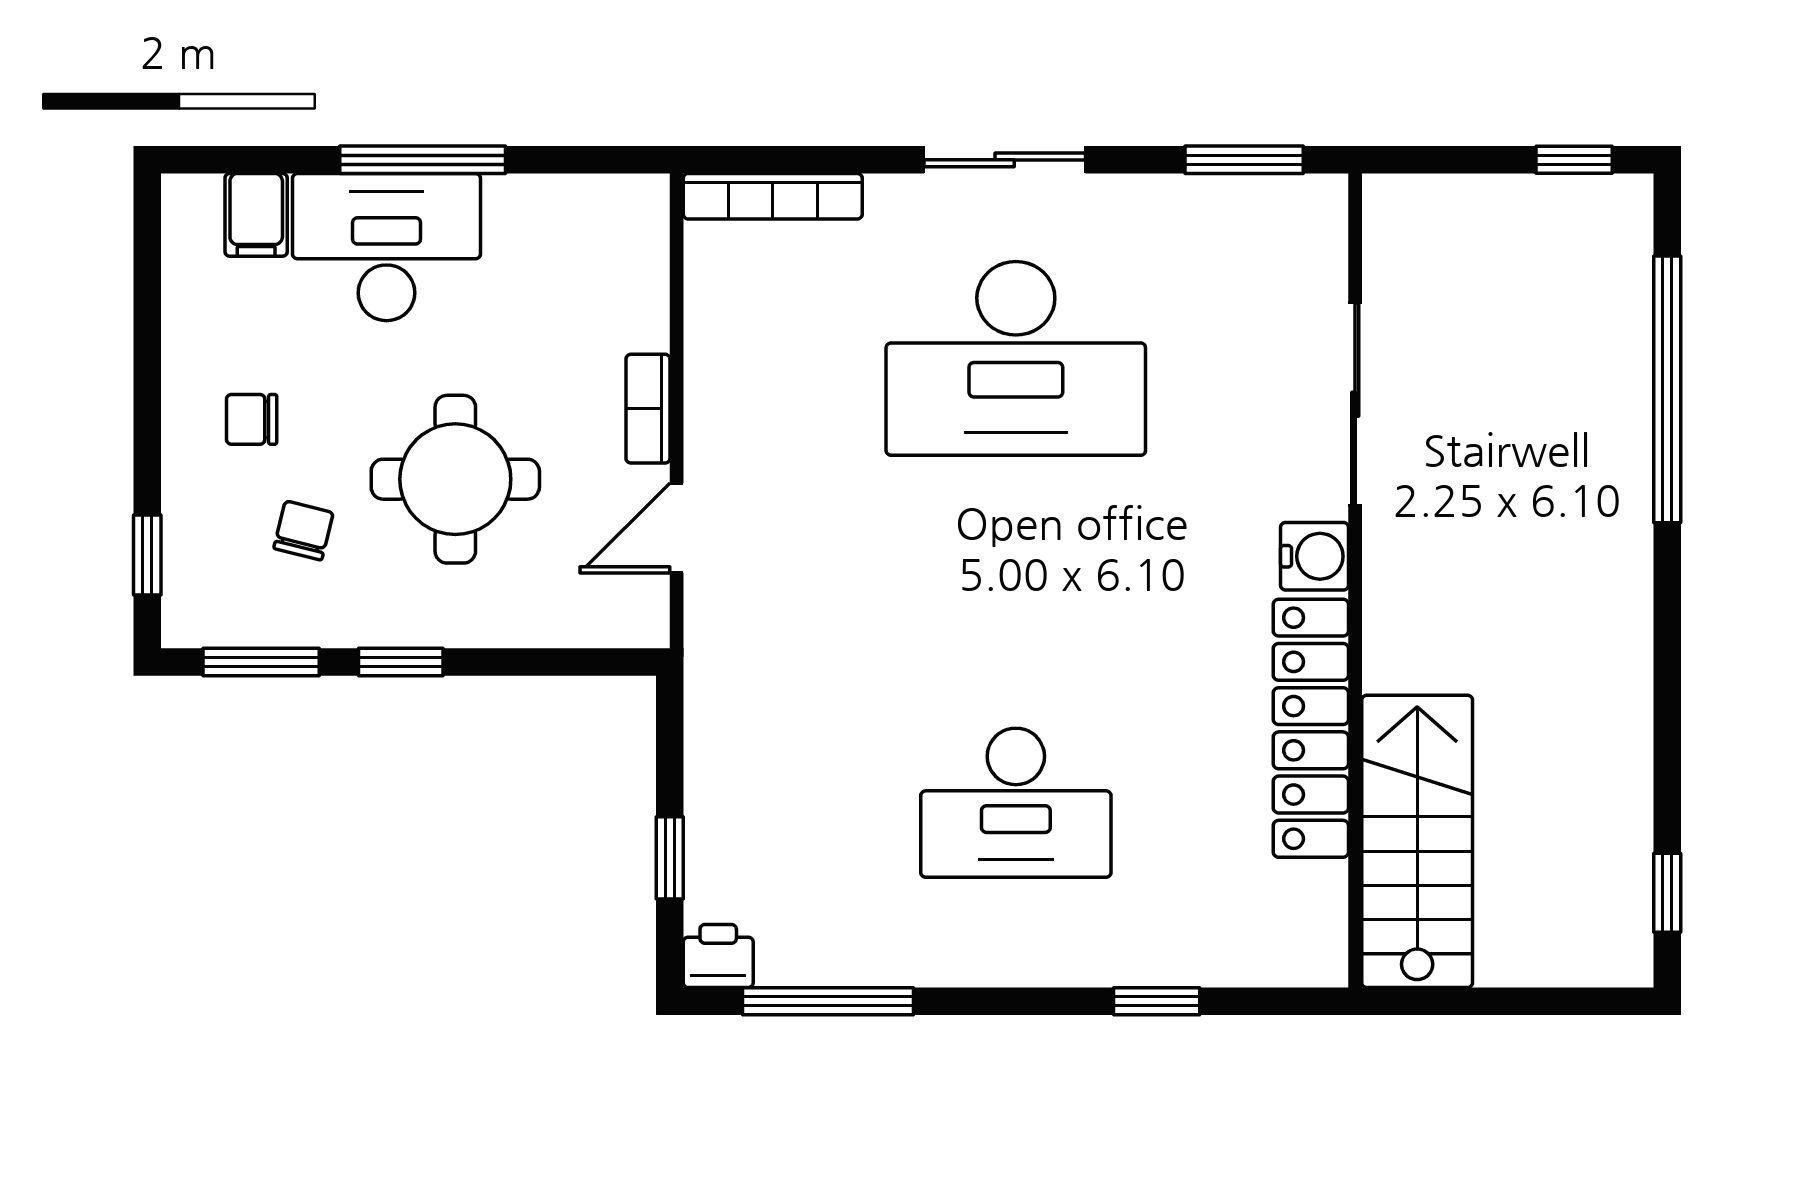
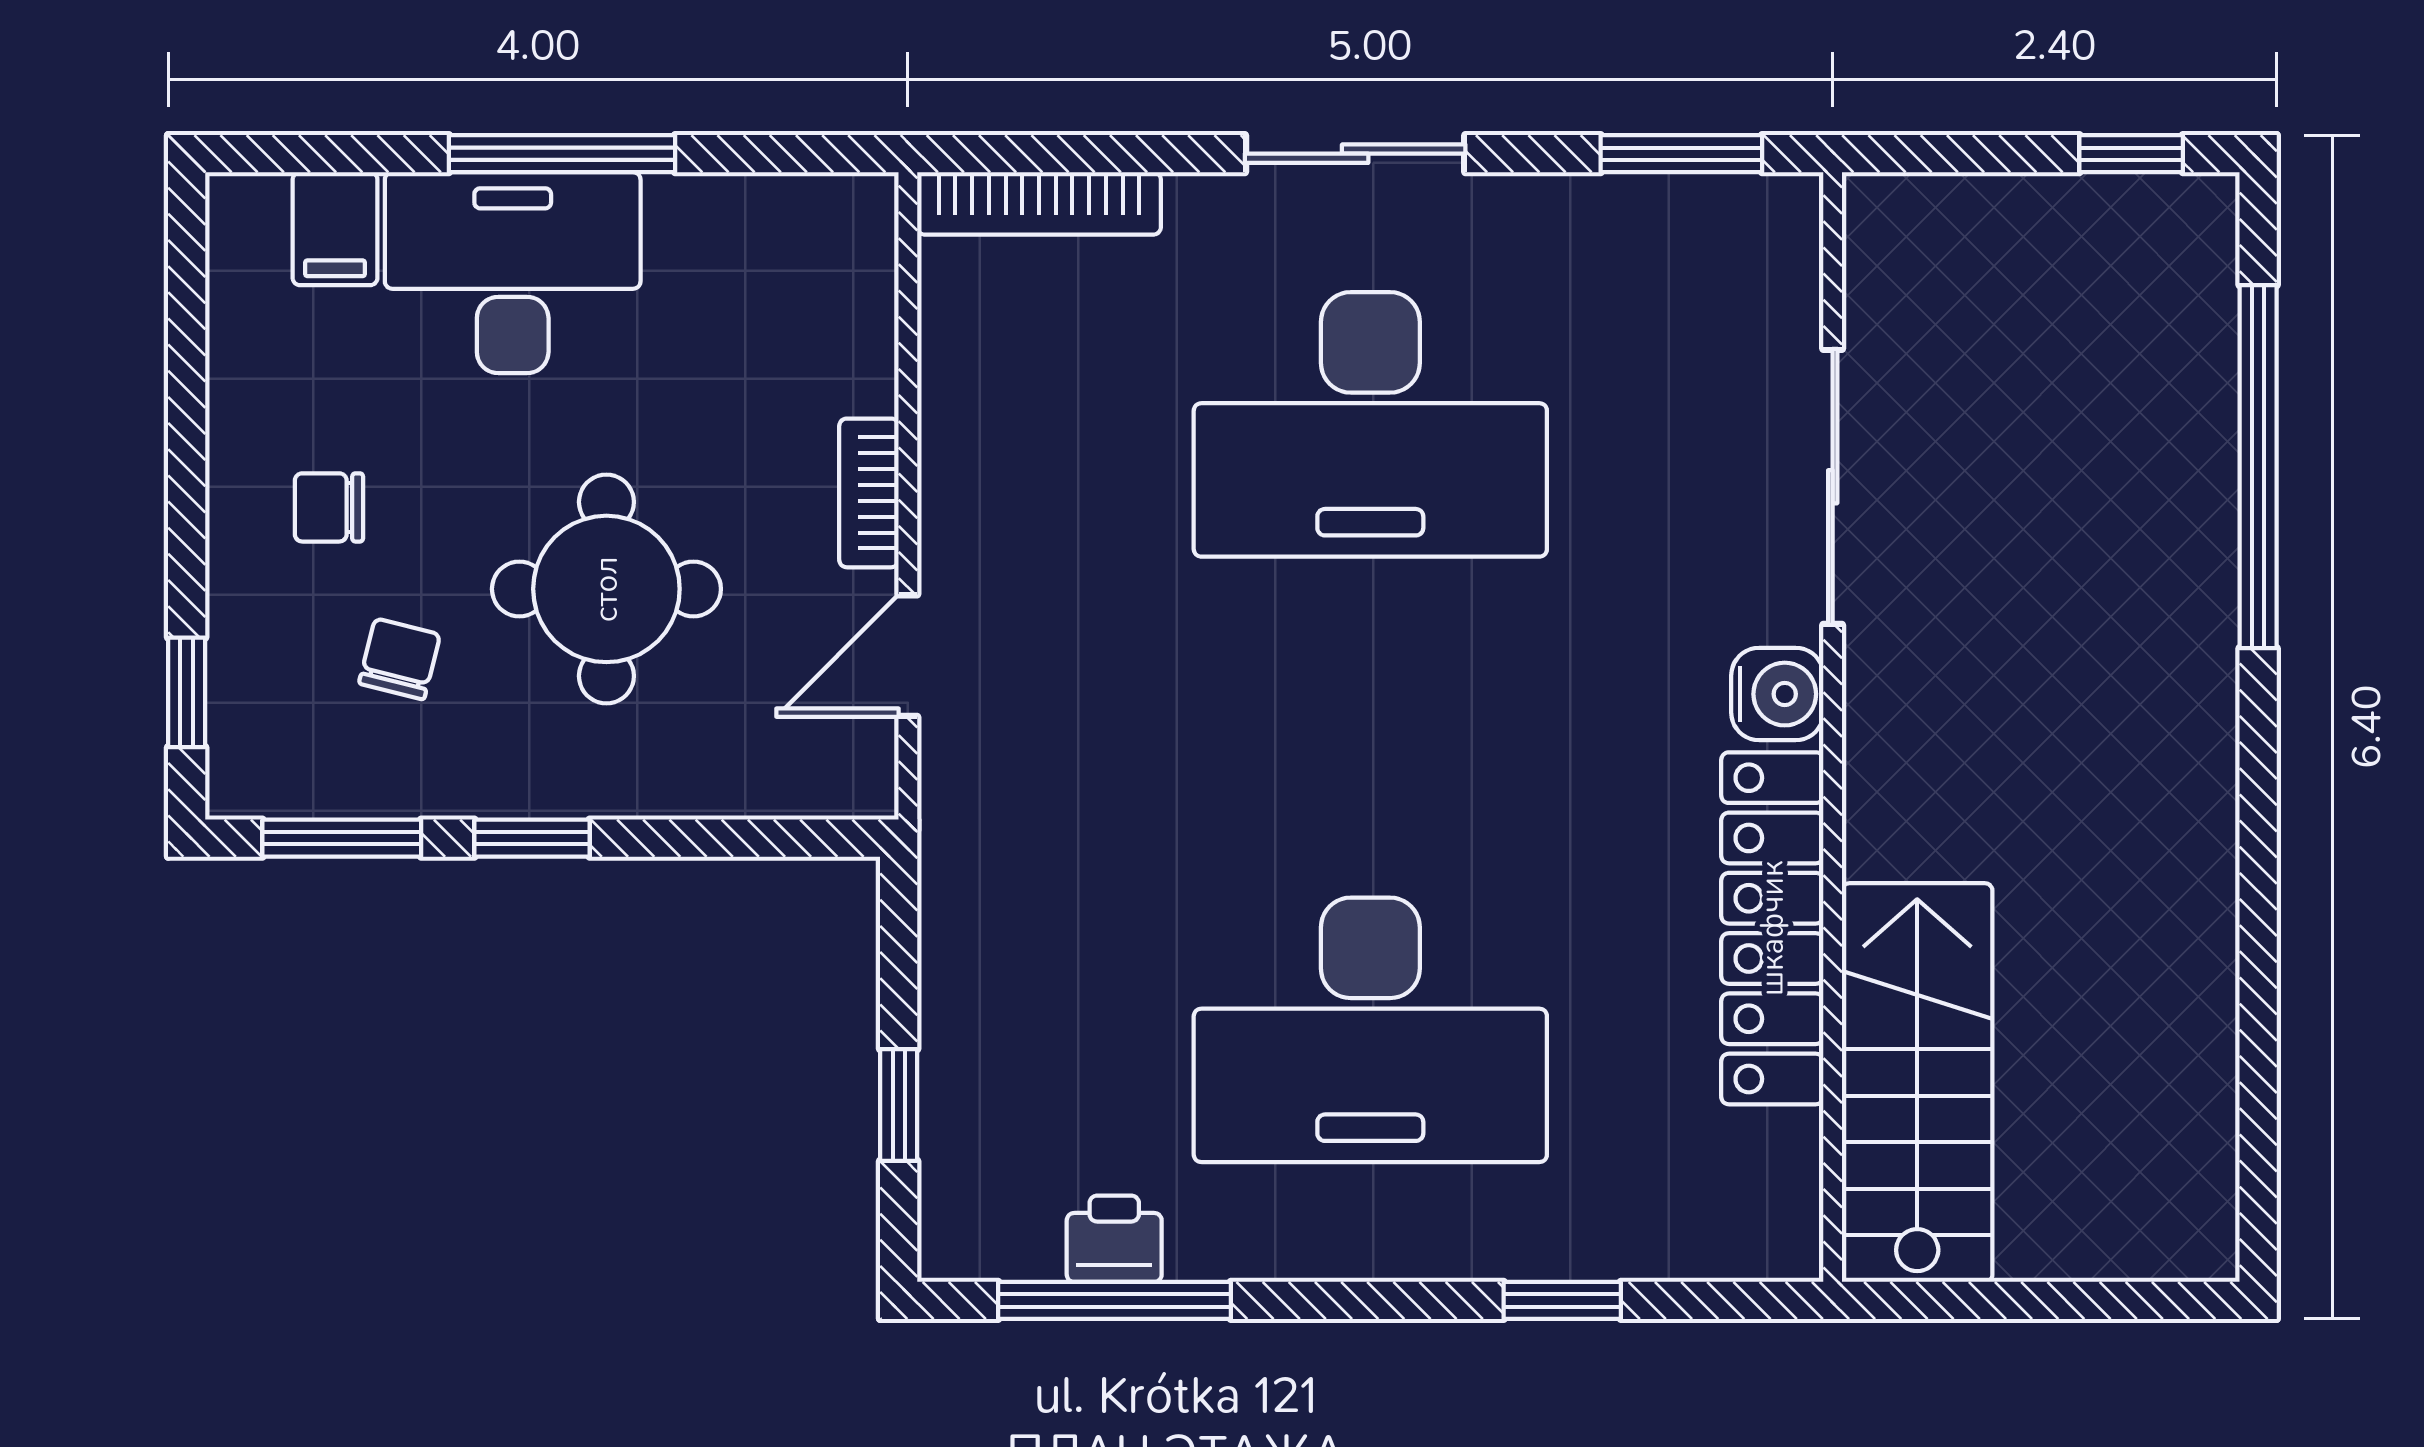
desk: (1016, 803) -> (1370, 1030), width x1.36, depth x1.30
window: (1667, 893) -> (2258, 1152), removed
printer: (718, 956) -> (1114, 1239), moved

